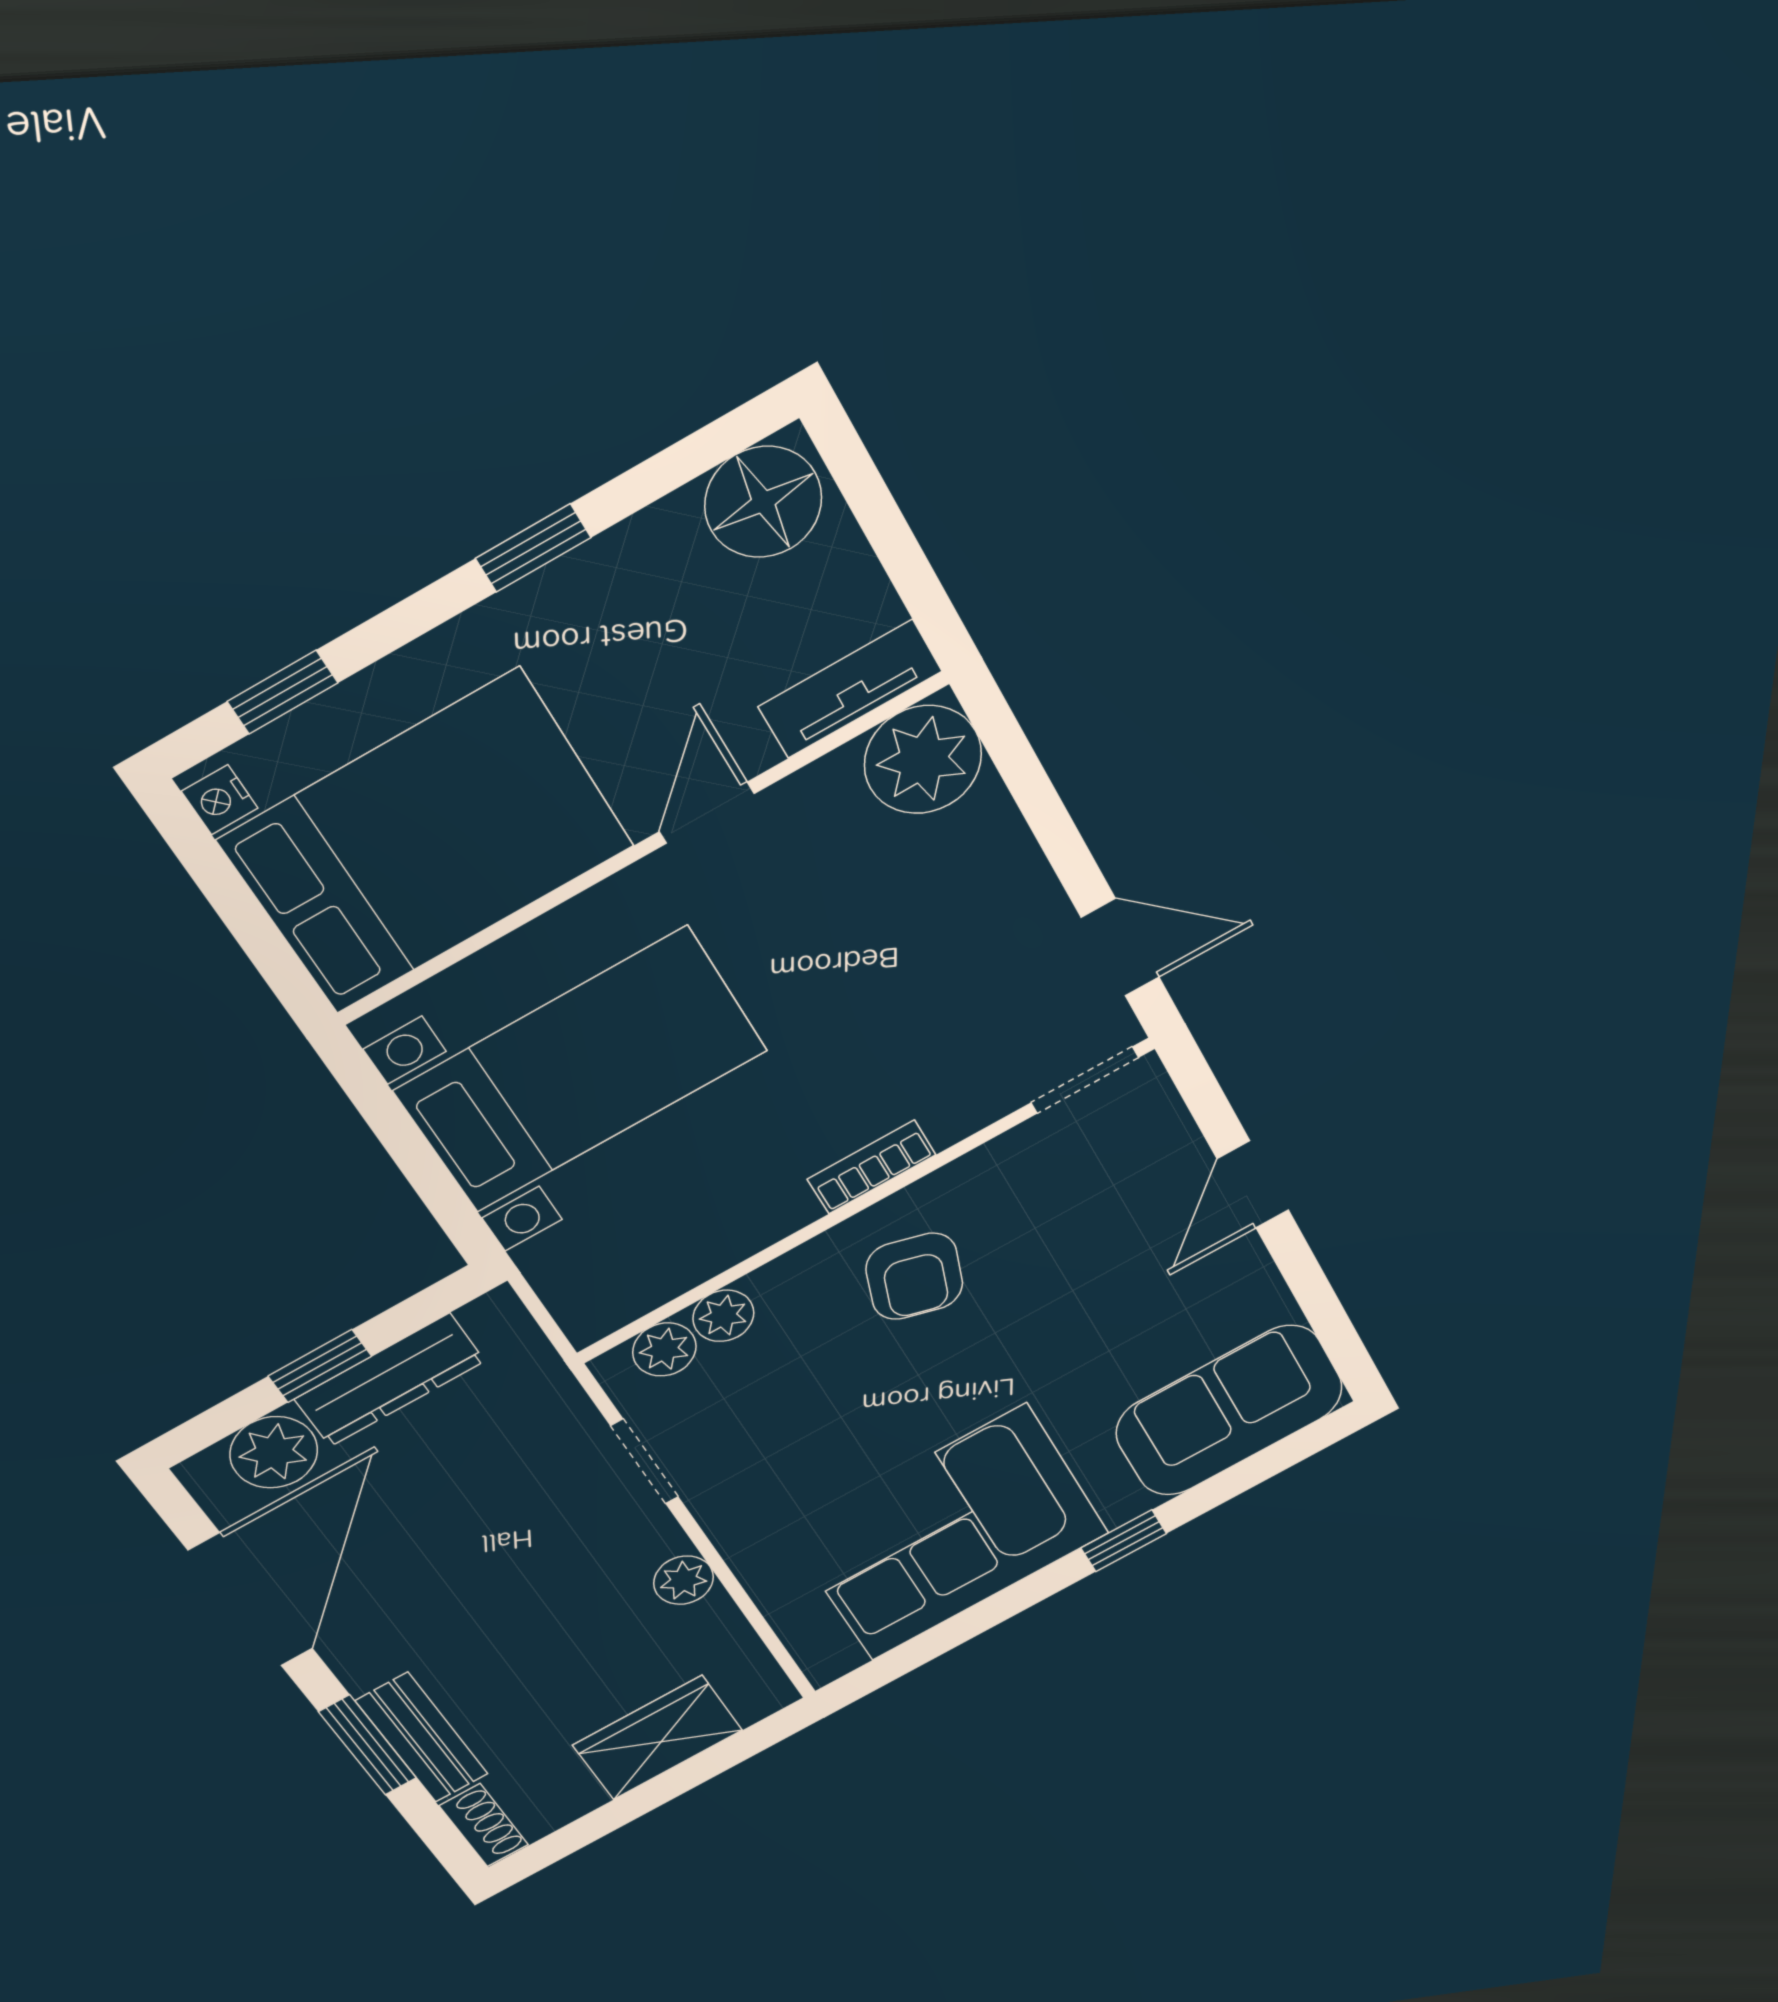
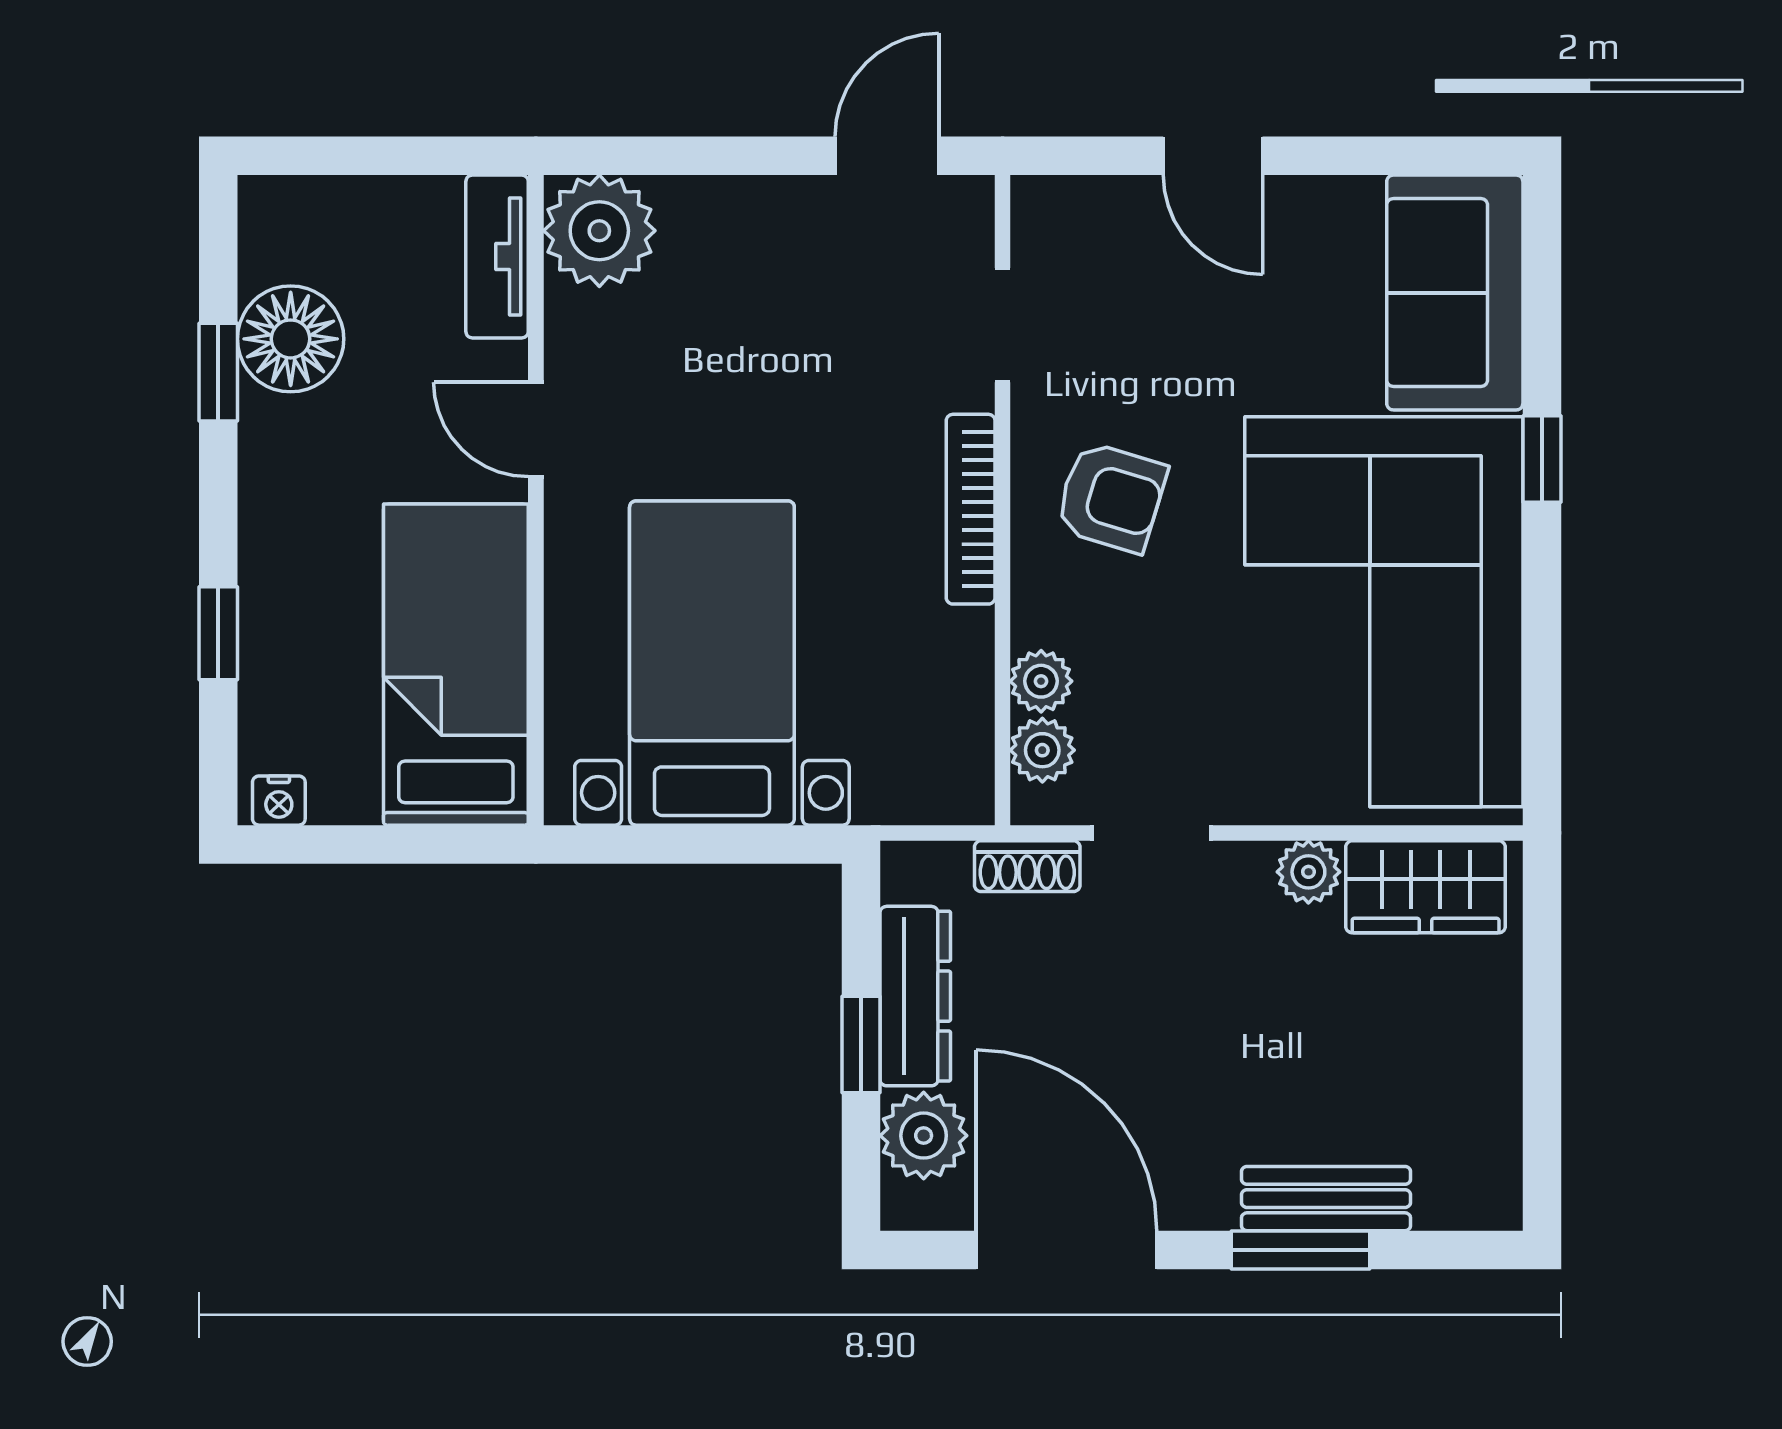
floor lamp: (763, 502) -> (291, 339), moved
window: (533, 548) -> (218, 372), moved
window: (283, 692) -> (218, 633), moved
bed: (427, 843) -> (456, 665), width x0.67
doorway: (1085, 1080) -> (1003, 325), moved
bookcase: (872, 1167) -> (971, 509), width x1.56
corner sofa: (948, 1533) -> (1384, 612), width x1.36, depth x1.36
wardrobe: (658, 1738) -> (1426, 887), moved, turned -90
shoe rack: (484, 1825) -> (1027, 866), moved, turned 180

